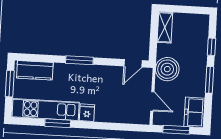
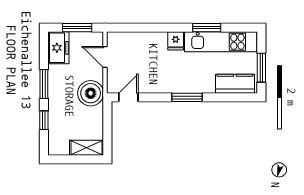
shelving: (165, 27) -> (87, 148), moved, turned 90

